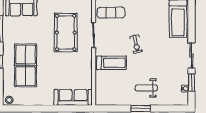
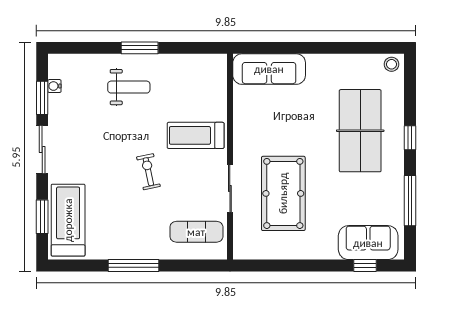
window: (192, 20) -> (42, 217), added

